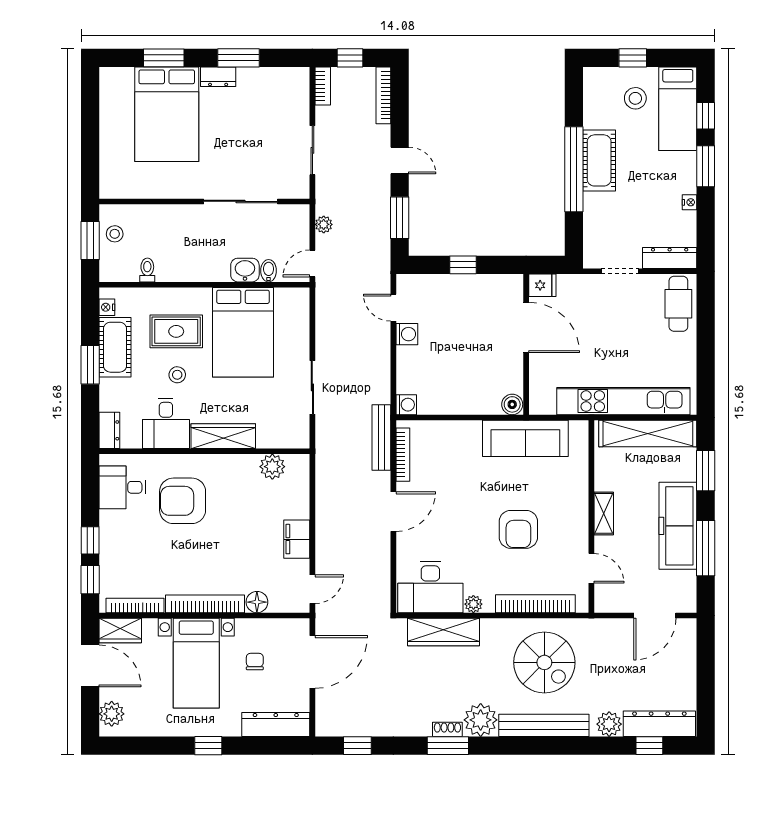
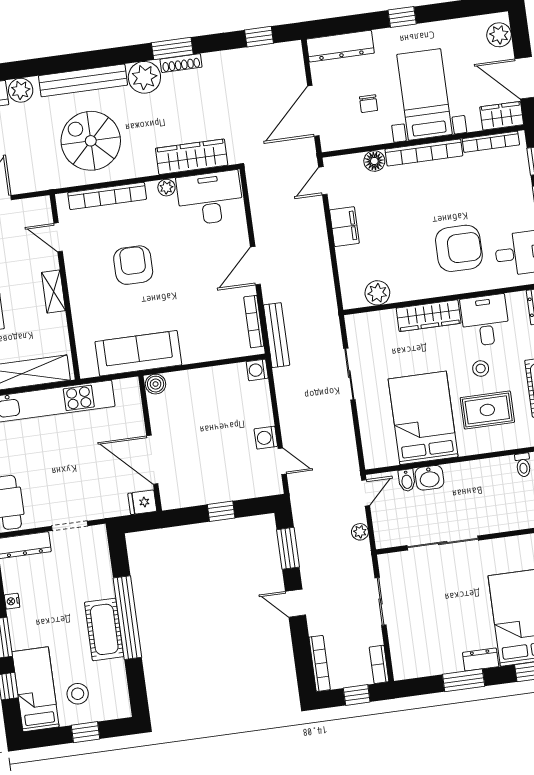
shoe rack: (447, 729) -> (181, 63), width x1.43

